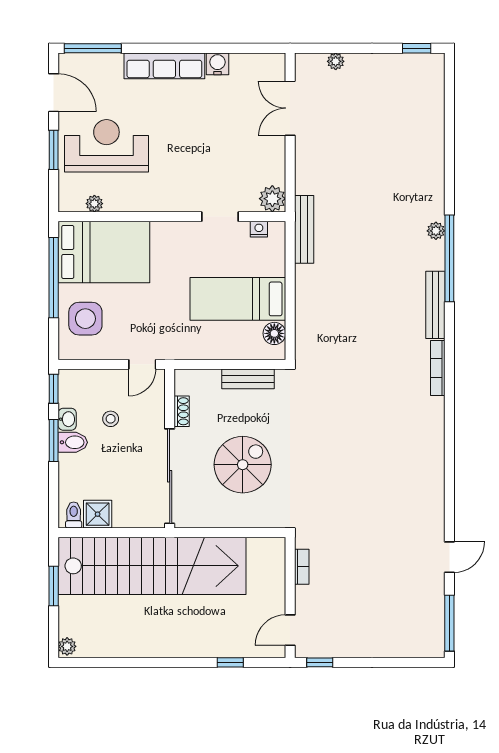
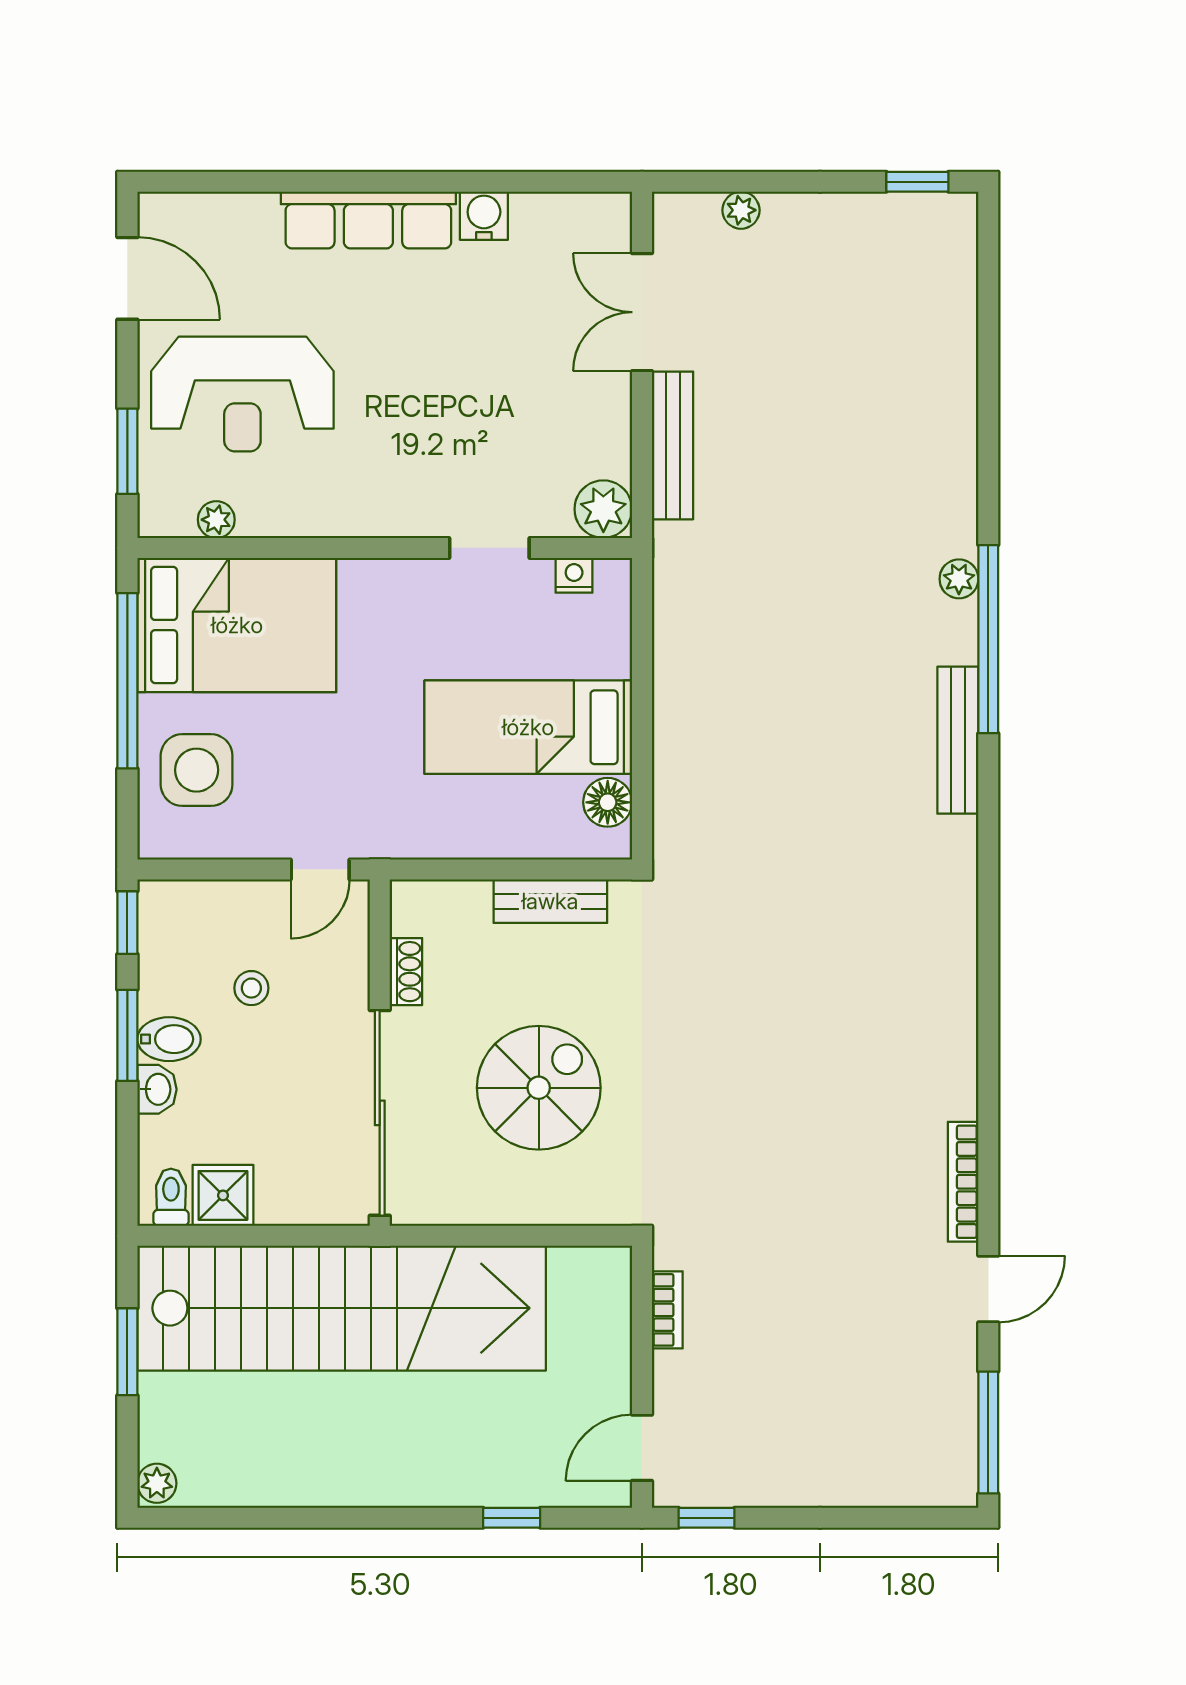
window: (93, 48) -> (212, 182), removed
reception desk: (106, 146) -> (242, 394), turned 180
window: (54, 150) -> (127, 451), moved
bench: (304, 229) -> (673, 445), moved
bookcase: (438, 368) -> (963, 1182), moved
washbasin: (67, 419) -> (157, 1089), moved

